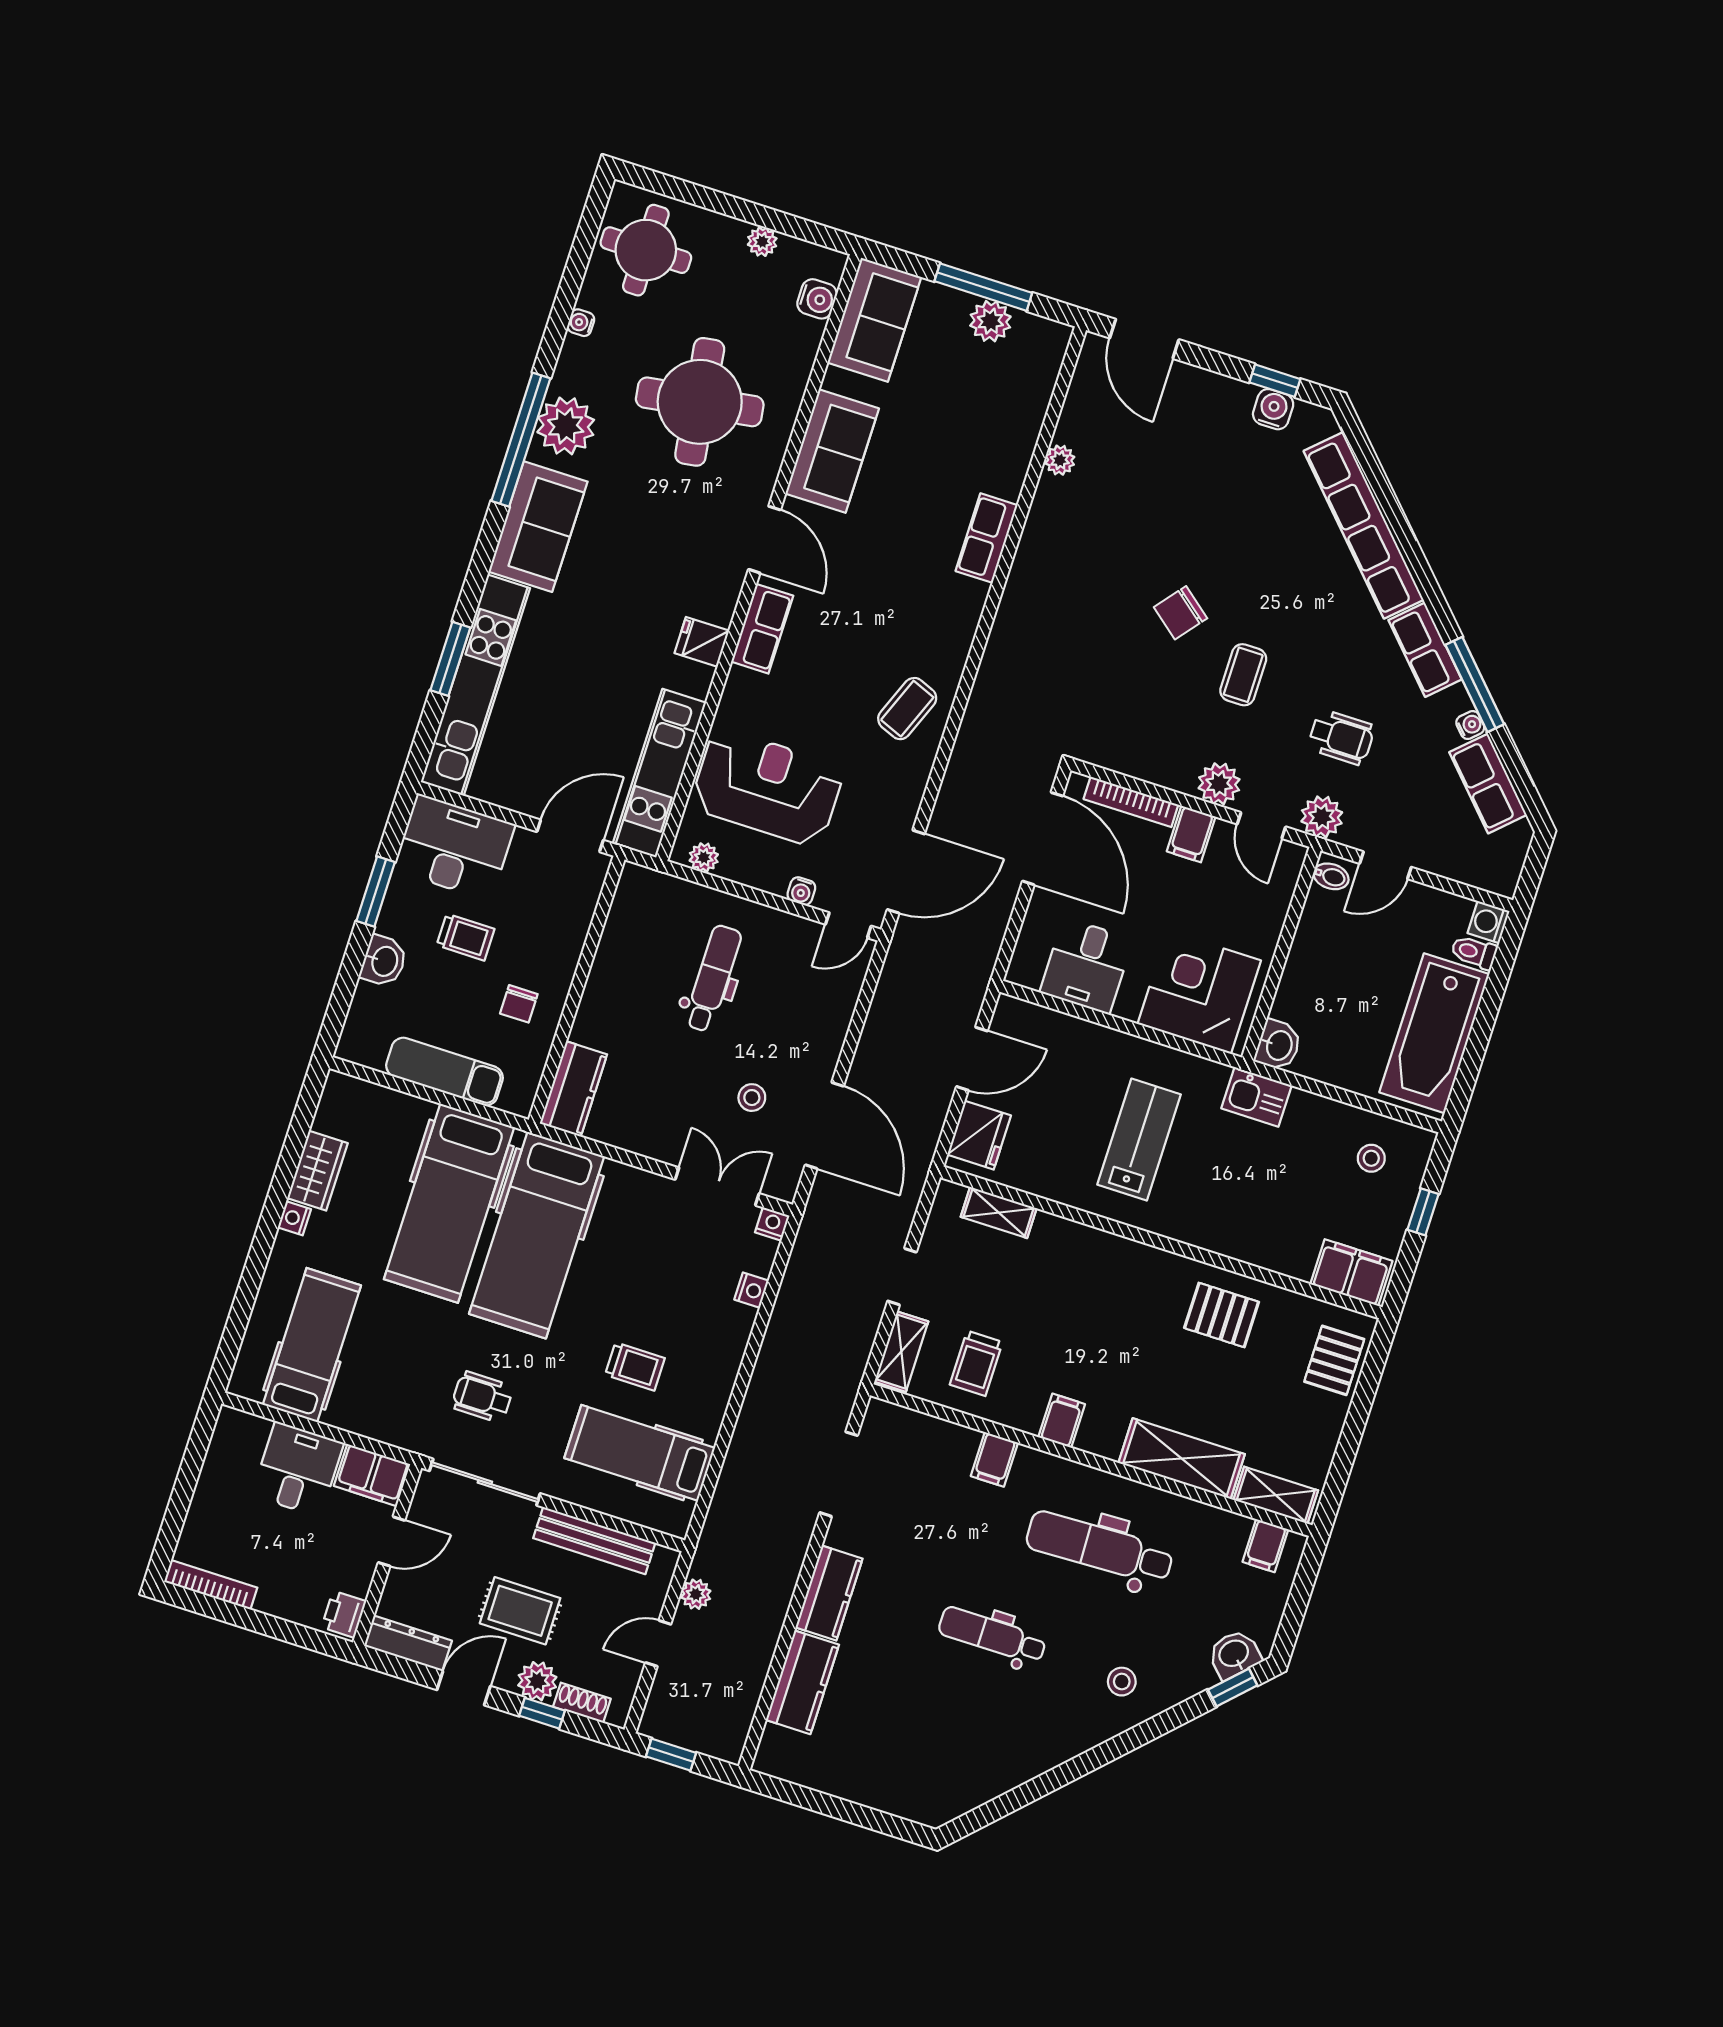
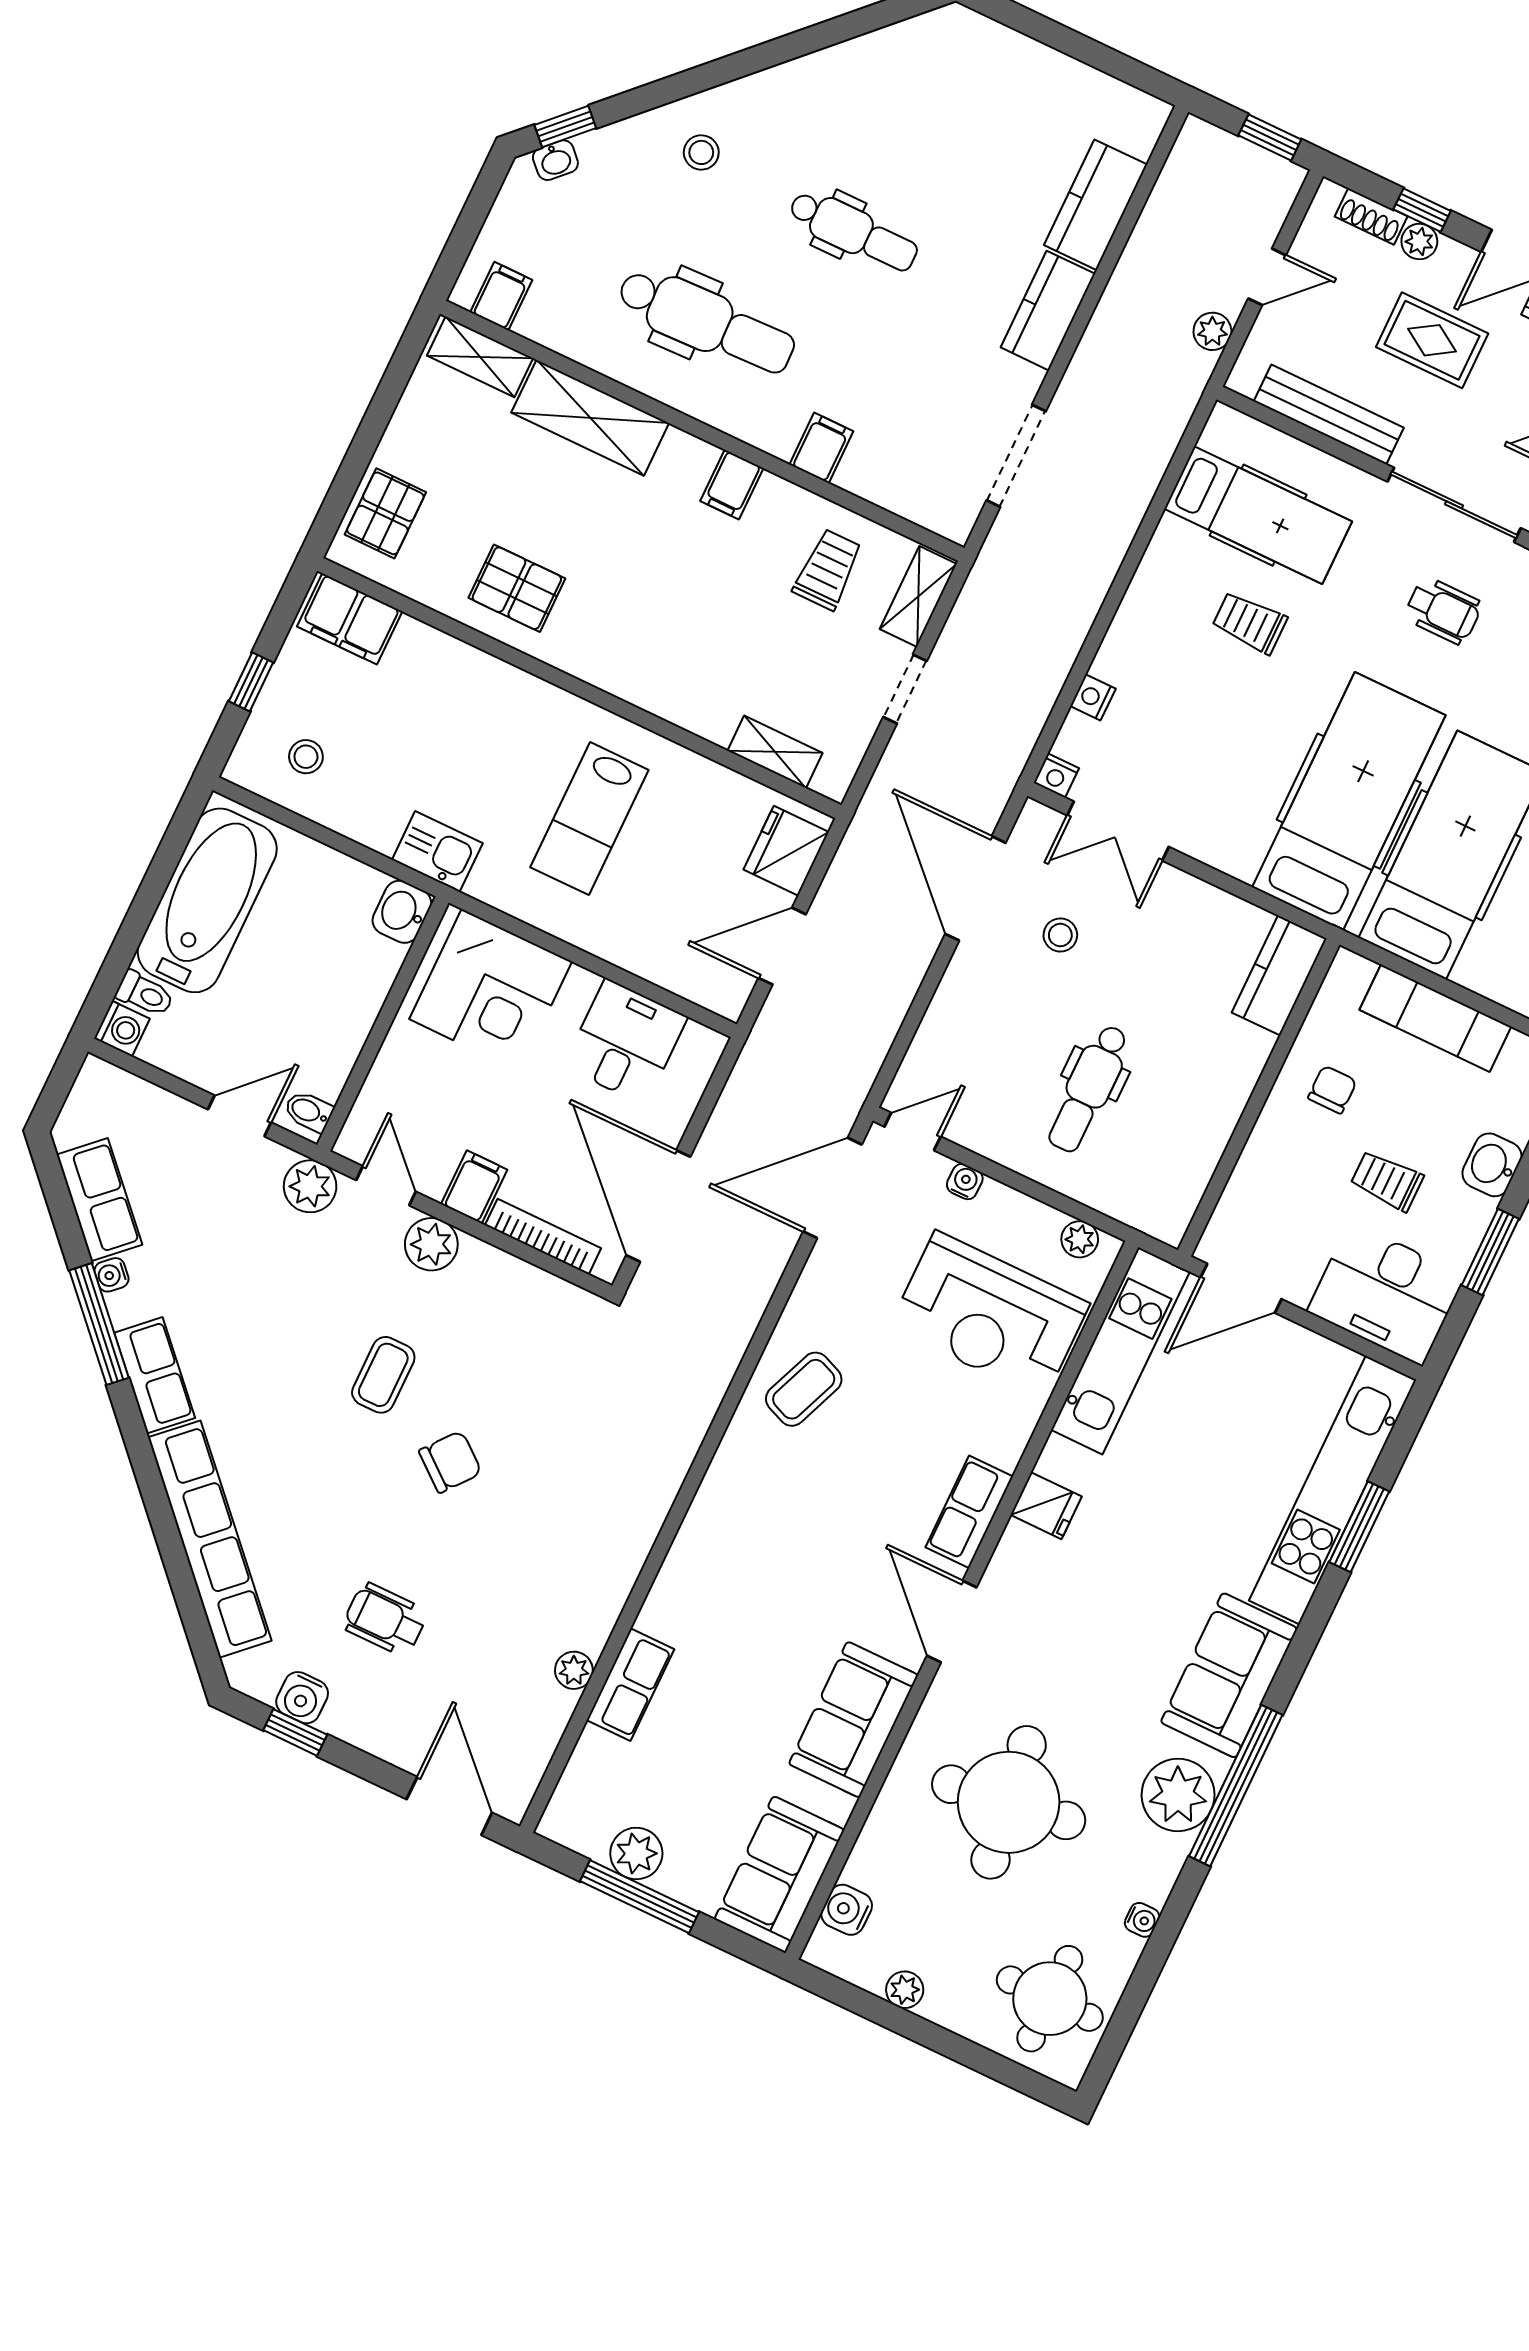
row of seats: (987, 538) -> (630, 1685), moved
wheelchair: (1341, 737) -> (385, 1619), moved
washbasin: (1234, 1654) -> (555, 160), width x0.72, depth x0.69
plant: (537, 1681) -> (1419, 242), width x0.73, depth x0.73

